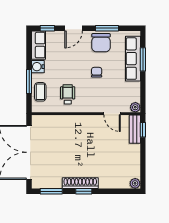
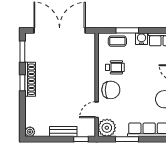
window: (143, 59) -> (127, 139), moved
chair: (97, 72) -> (111, 90), moved, width x1.87, depth x1.87
plant: (135, 107) -> (107, 128), width x1.87, depth x1.87
bench: (135, 129) -> (63, 132), moved

